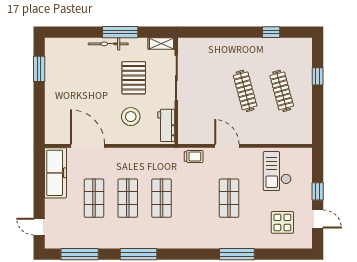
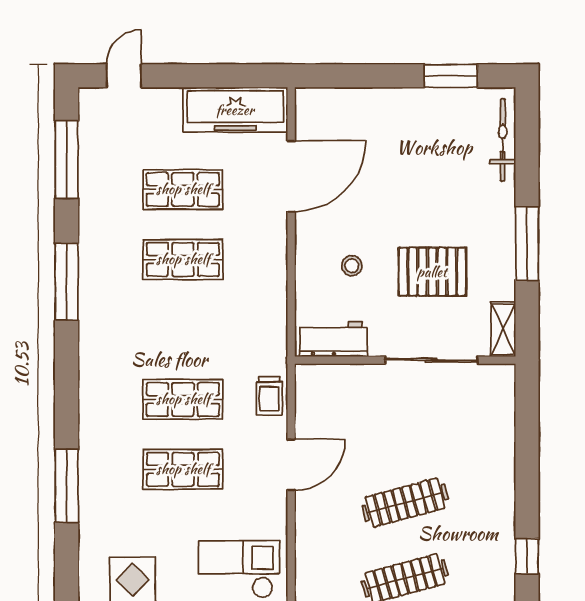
bicycle: (108, 44) -> (503, 140), moved
stool: (131, 117) -> (352, 266), width x0.53, depth x0.53
shop shelf: (162, 198) -> (183, 399), moved

